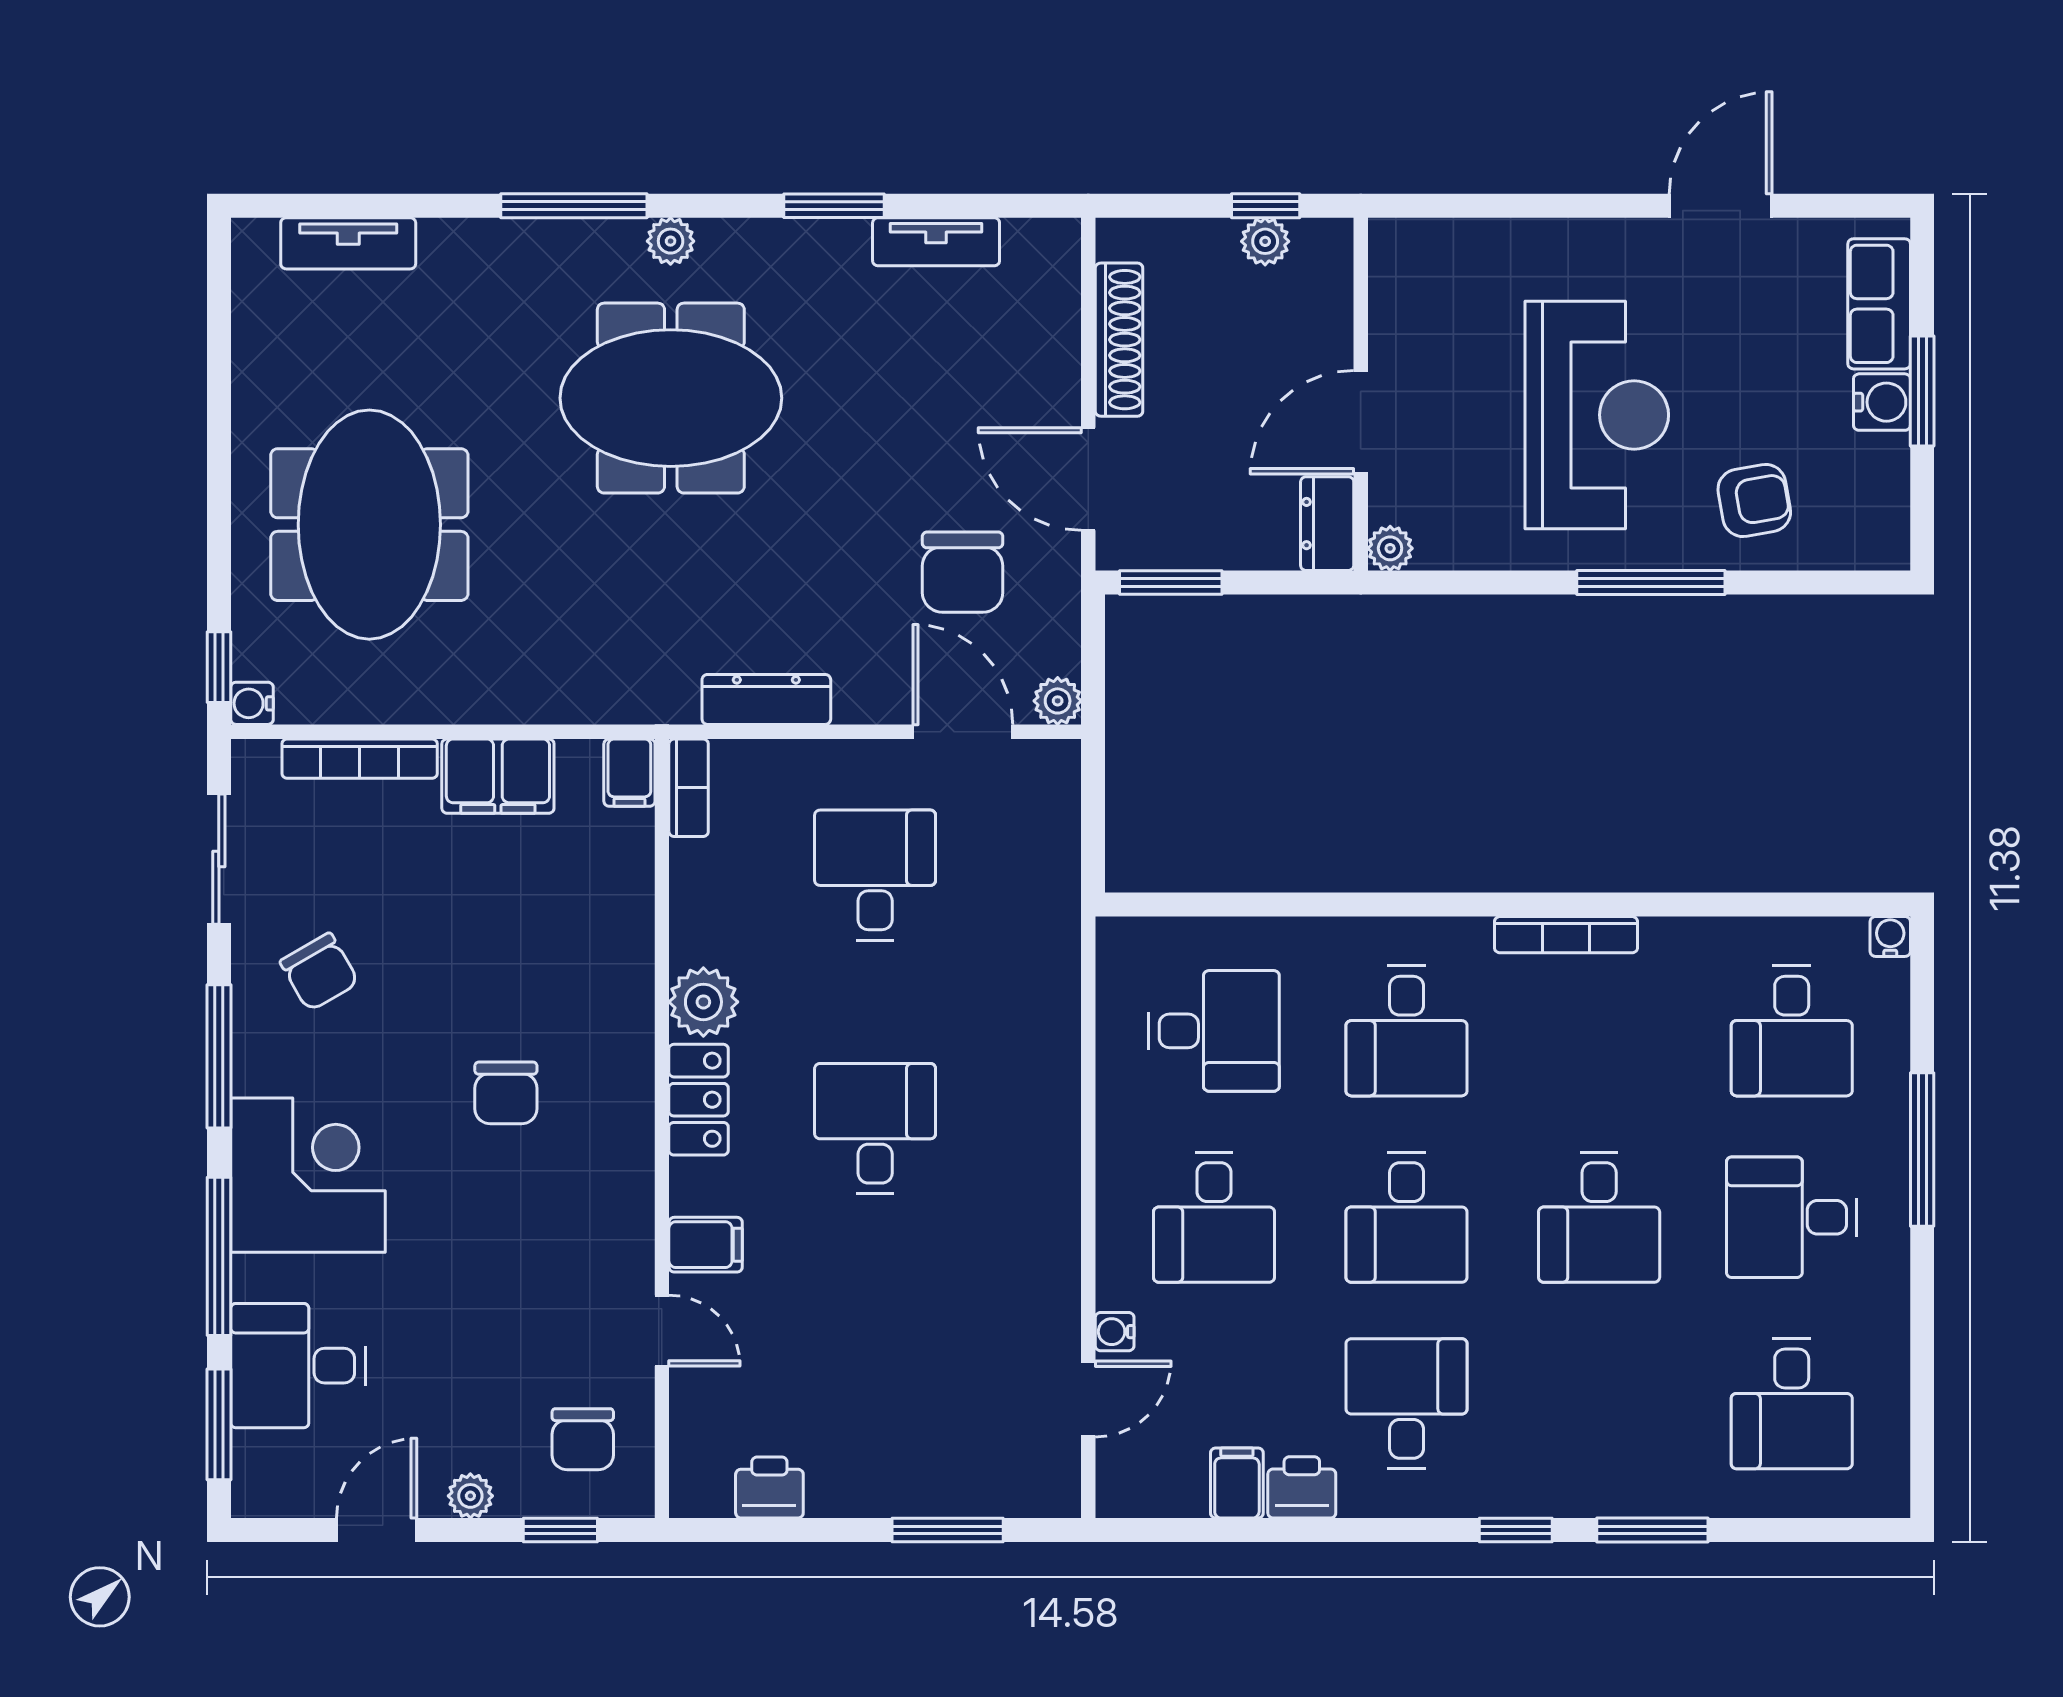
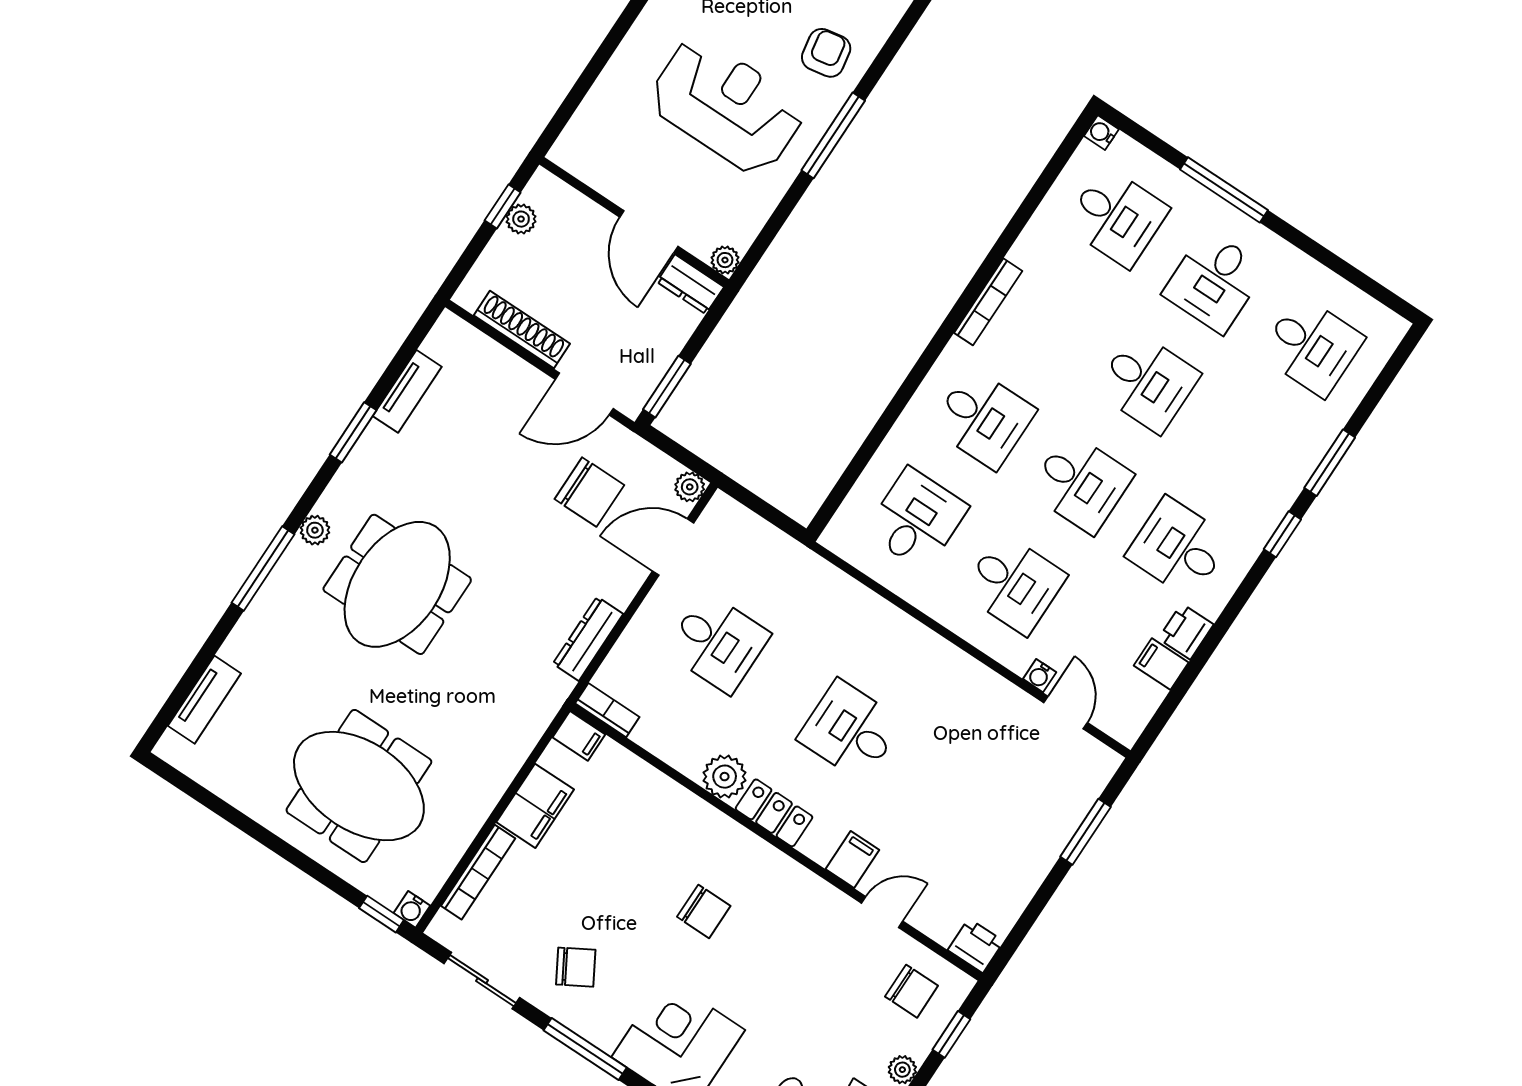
desk: (875, 875) -> (718, 643), turned 180
printer: (769, 1487) -> (976, 946), moved, turned 90

